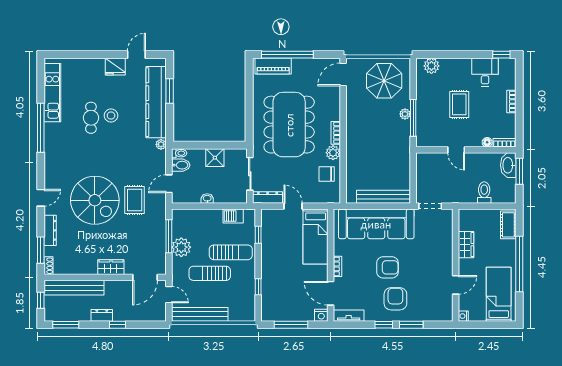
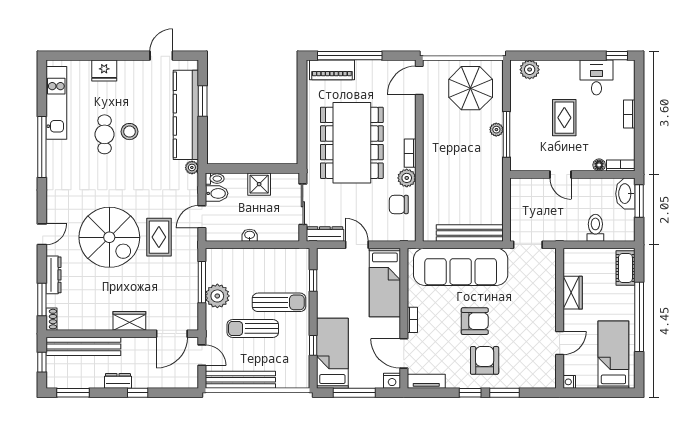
fridge: (115, 67) -> (104, 70), moved
barbecue: (233, 216) -> (282, 257), removed
bed: (273, 293) -> (332, 353), added

